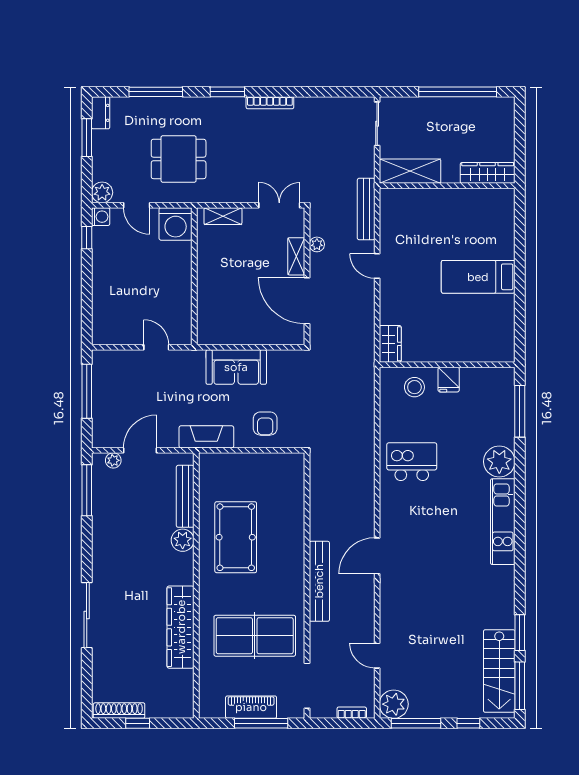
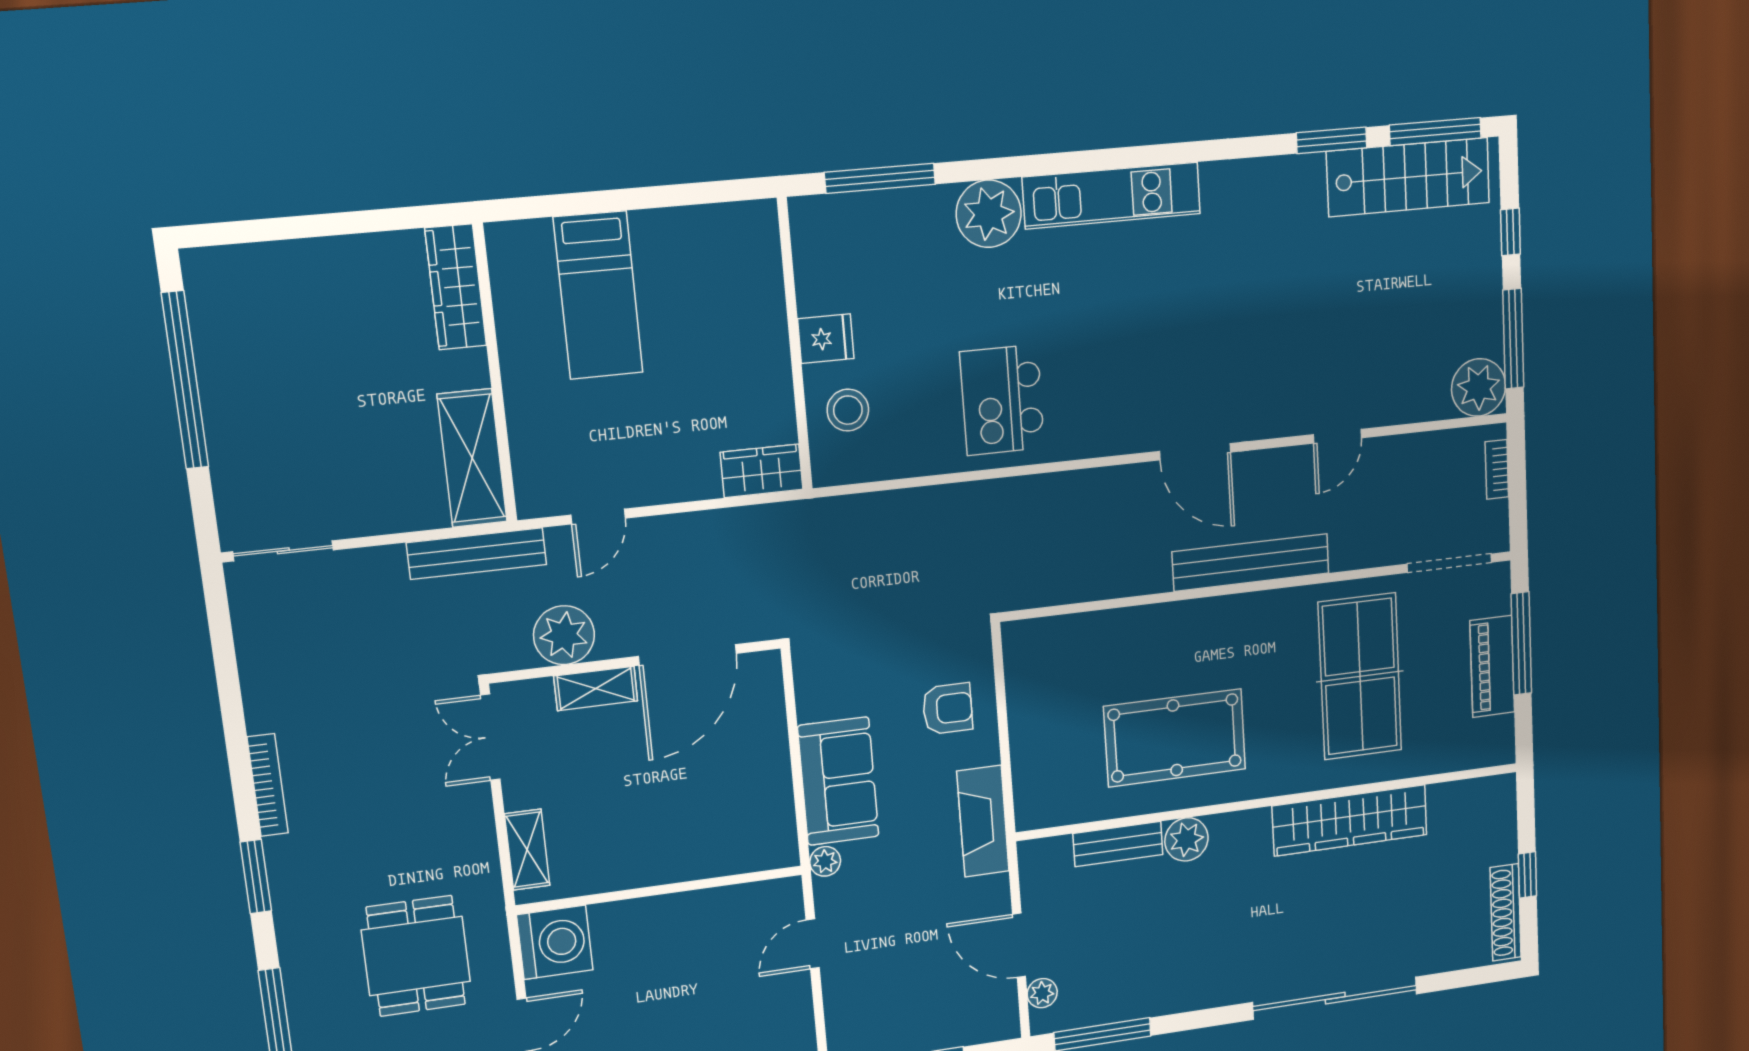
shelving: (410, 171) -> (472, 458), moved
wardrobe: (488, 173) -> (456, 287), moved
wall: (447, 186) -> (495, 374), moved
plant: (317, 244) -> (564, 635), width x1.88, depth x1.88
plant: (197, 357) -> (825, 861), added
bench: (185, 496) -> (1118, 844), width x0.73
sliding door: (87, 615) -> (1335, 998), width x1.36
door: (377, 656) -> (1337, 436), moved

